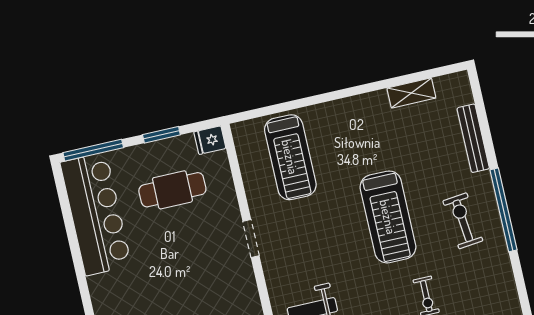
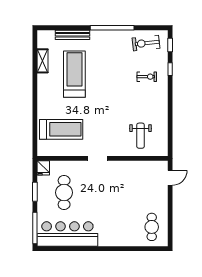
treadmill: (388, 217) -> (74, 74), moved, turned -90
exercise bike: (463, 221) -> (146, 43), moved

